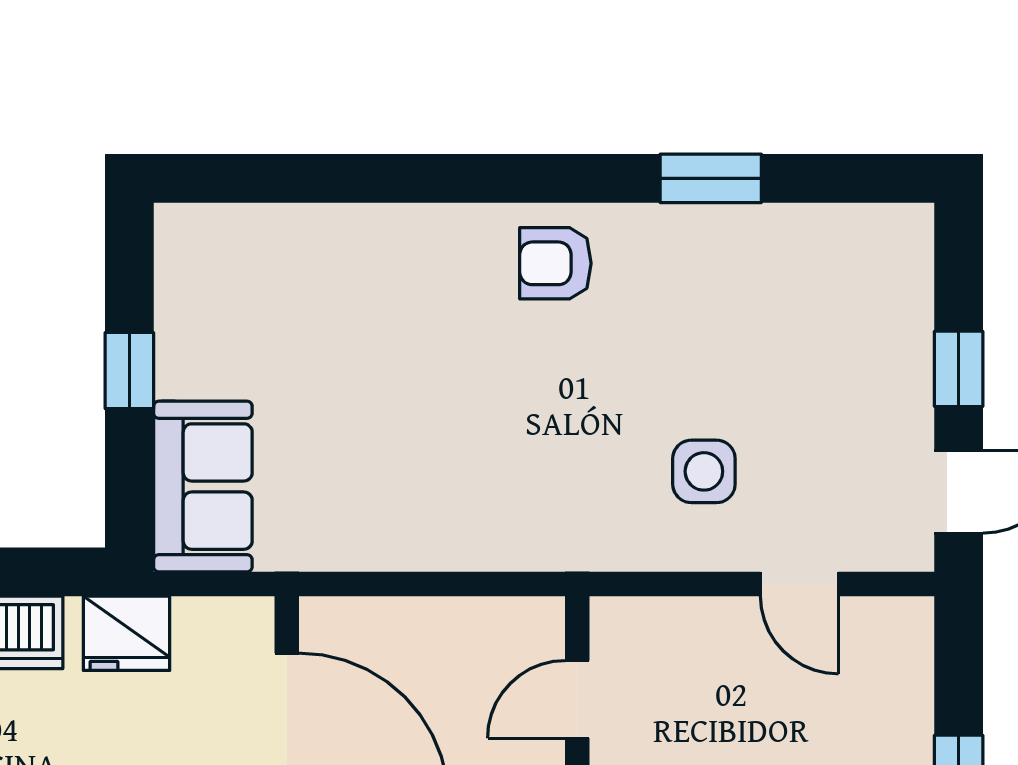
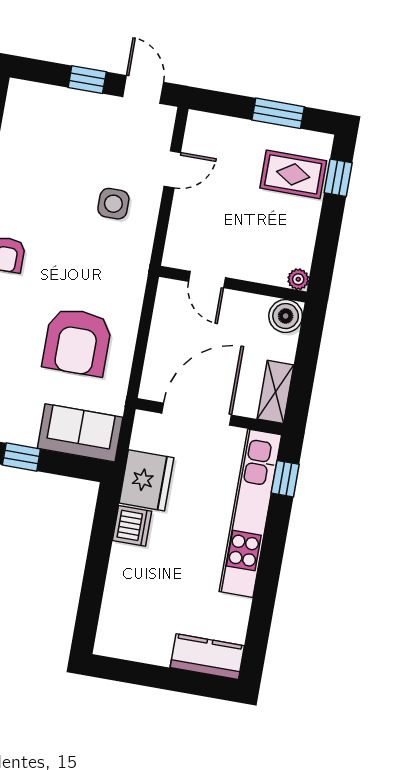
armchair: (396, 446) -> (77, 342), added
fridge: (126, 633) -> (146, 480), width x1.36, depth x1.34

